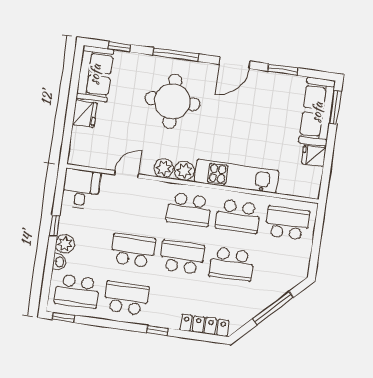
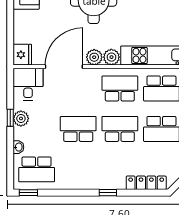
fridge: (85, 114) -> (22, 55), moved
door: (126, 174) -> (64, 67), width x1.87
school desk: (189, 209) -> (120, 88), turned 180
plant: (65, 244) -> (21, 118), moved
school desk: (126, 298) -> (78, 169), removed

